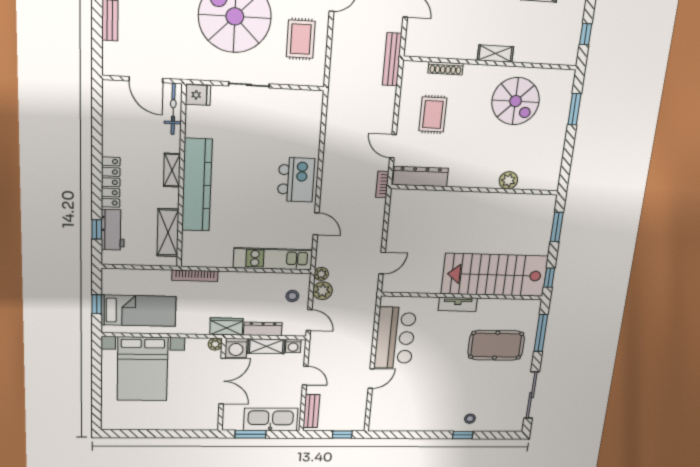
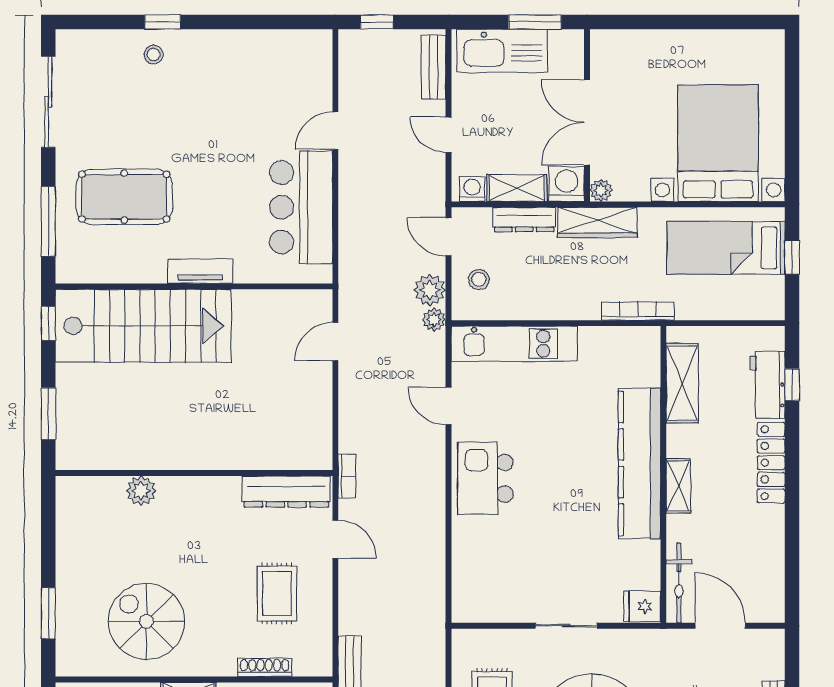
wardrobe: (226, 327) -> (597, 223), width x1.50

